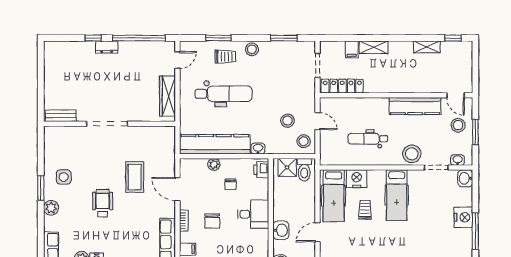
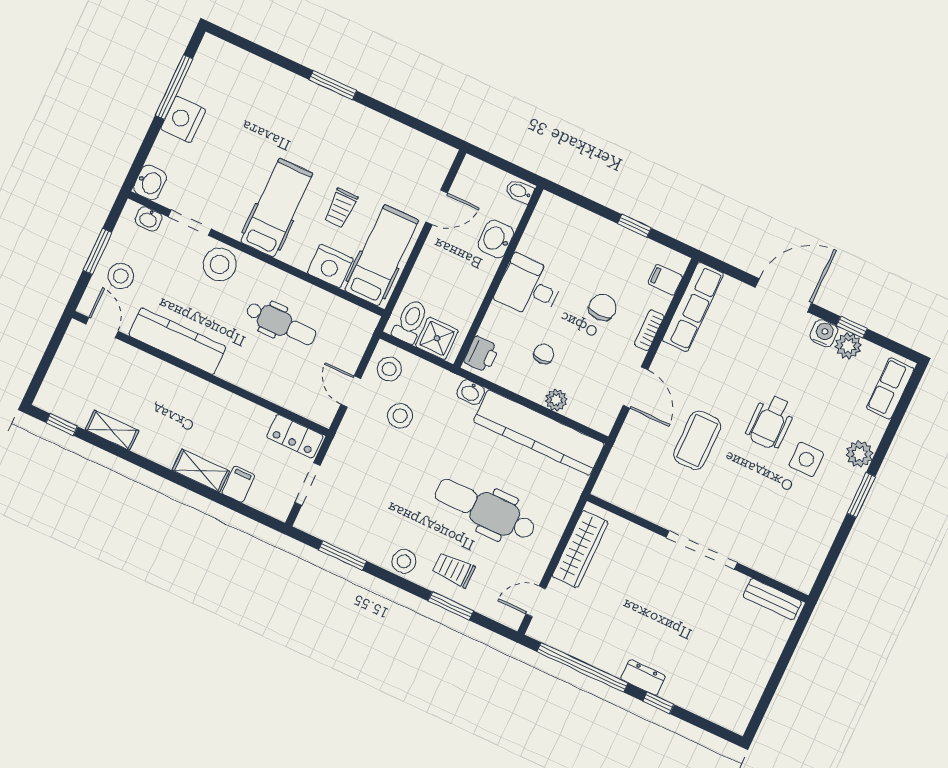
locker: (342, 86) -> (295, 436), width x0.66
side table: (64, 177) -> (806, 459), moved

